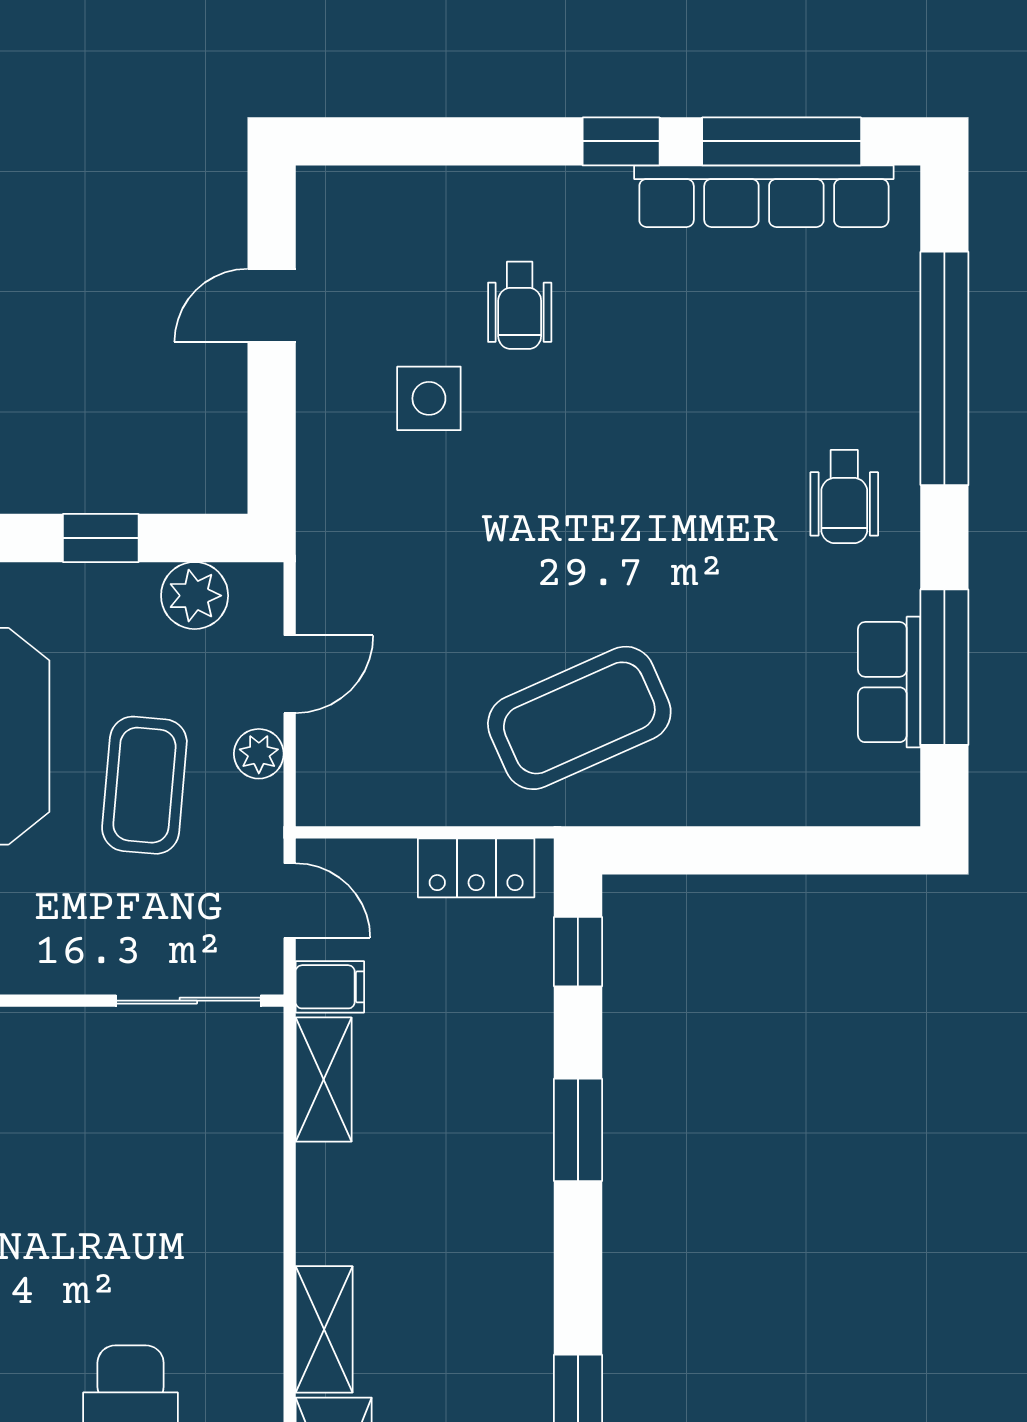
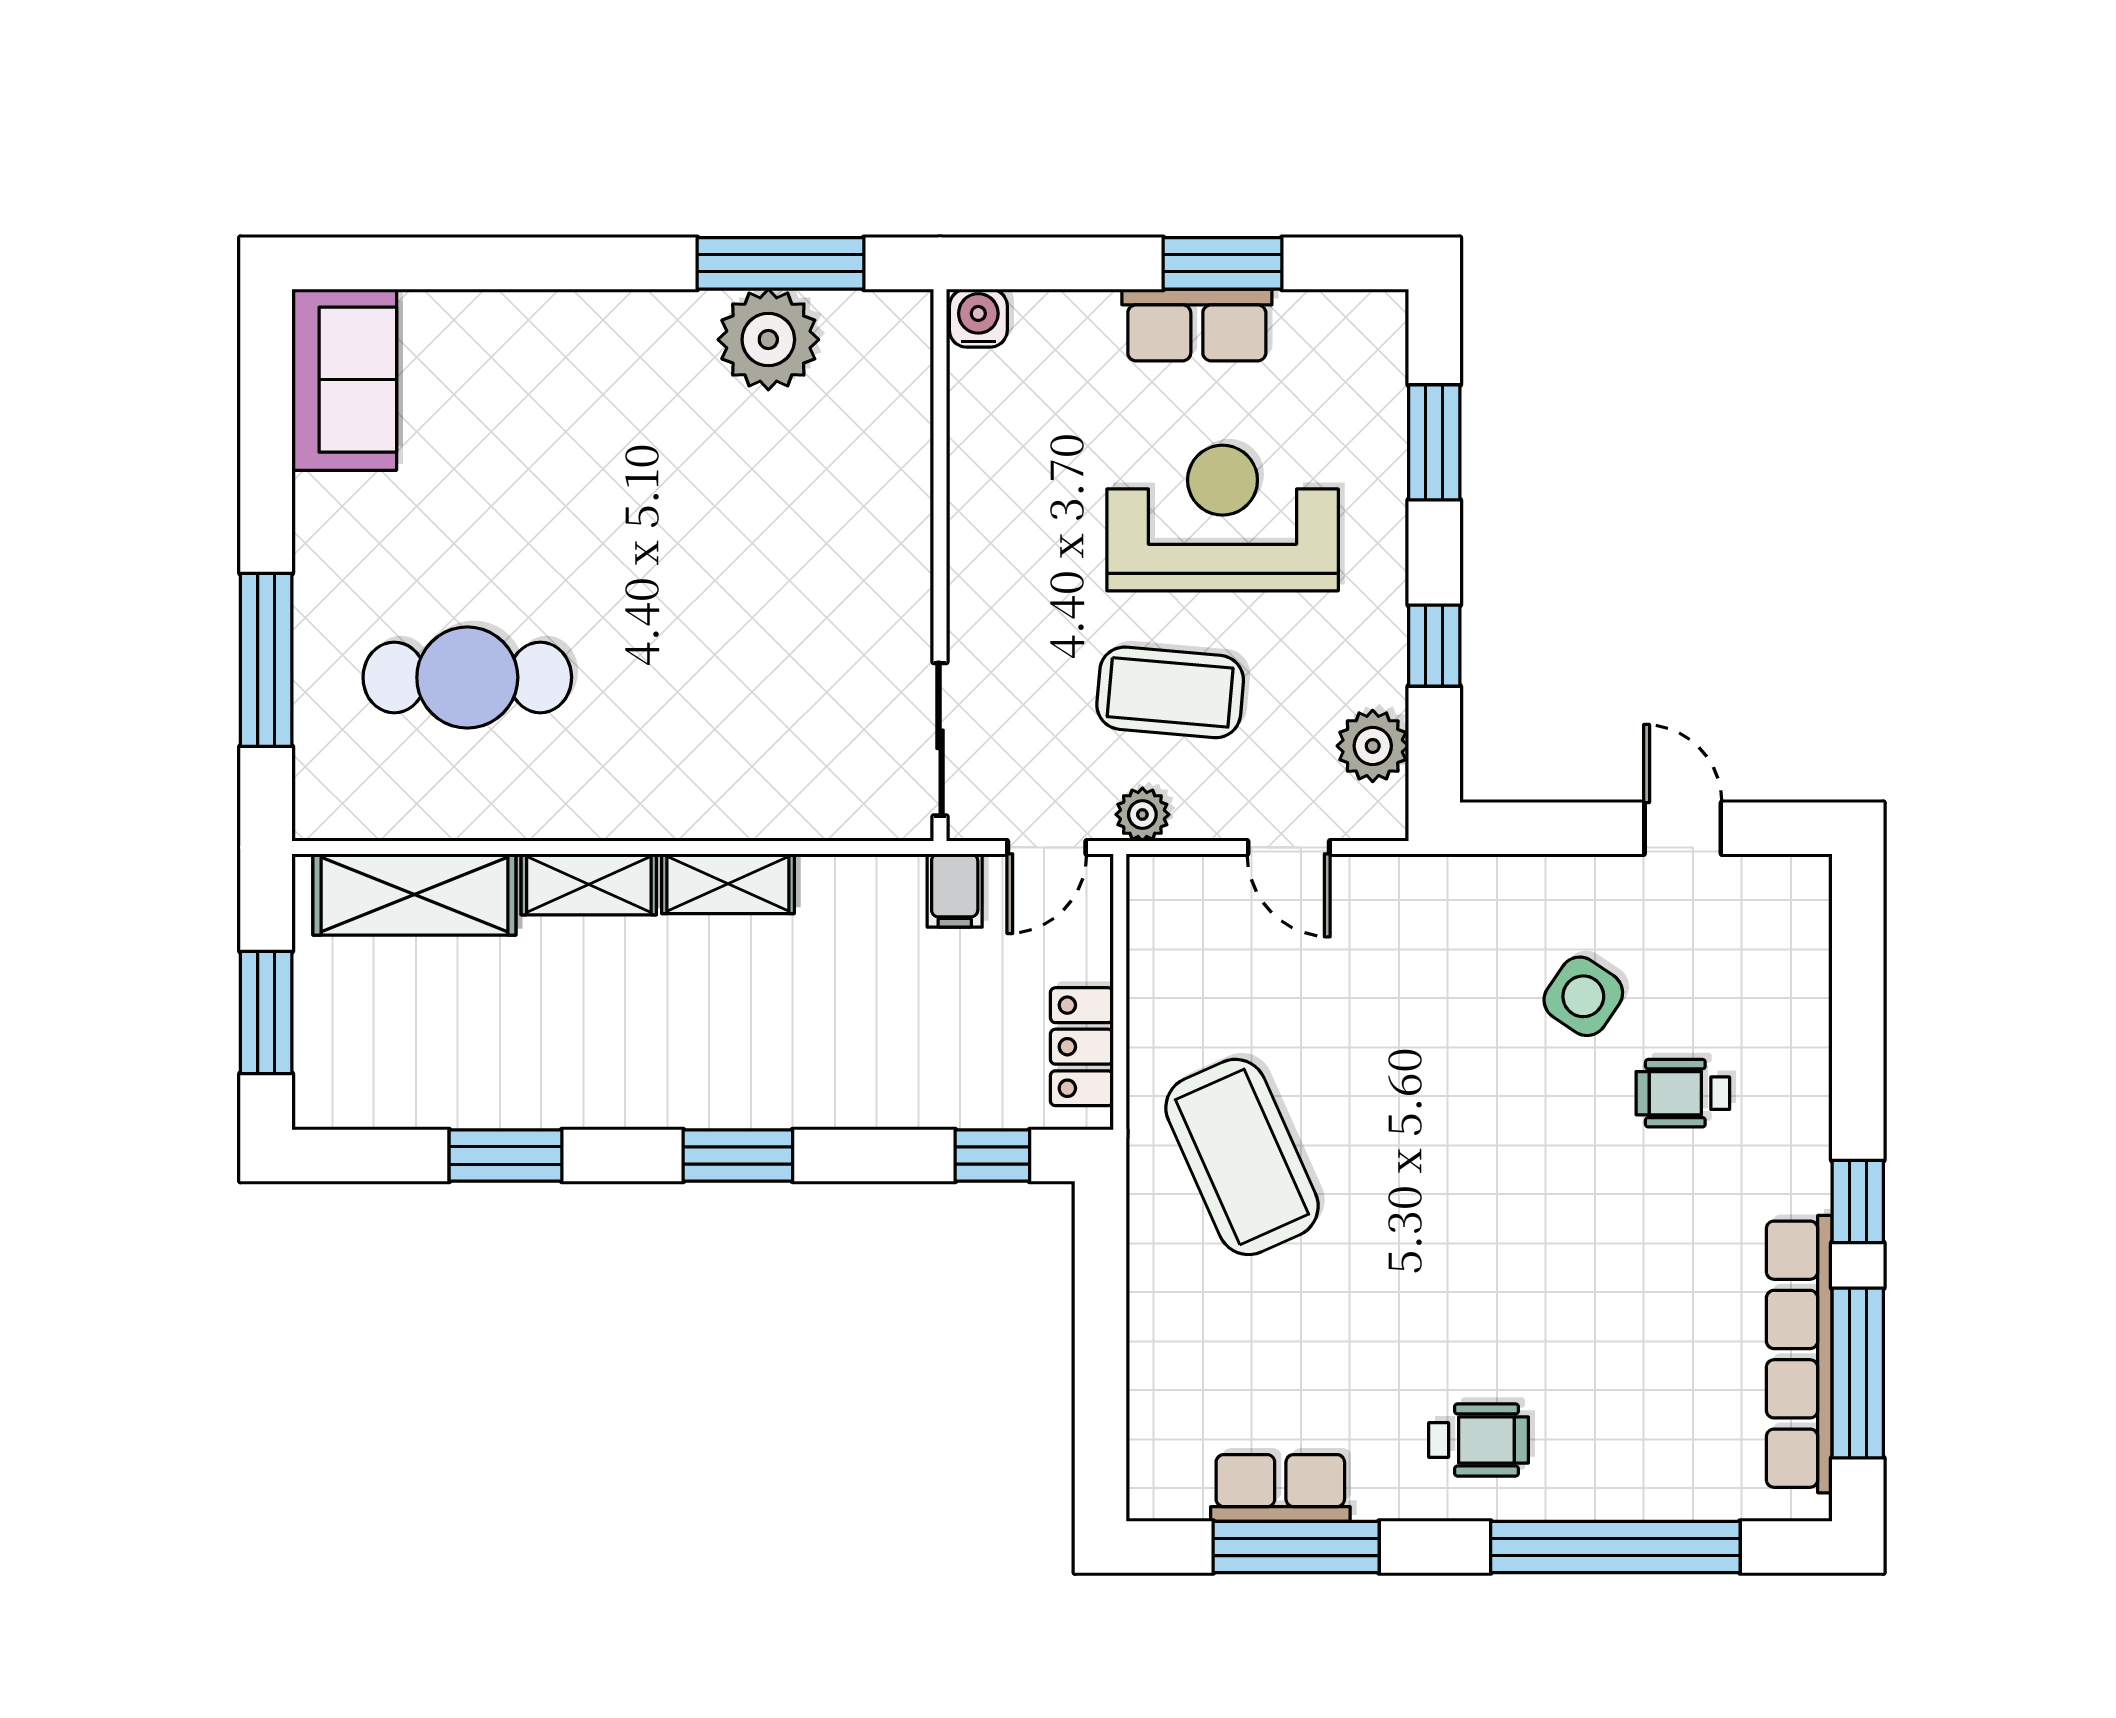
side table: (429, 398) -> (1583, 996), turned 34
wheelchair: (844, 497) -> (1479, 1440), turned 180
plant: (259, 754) -> (1142, 814), moved
shelving: (324, 1080) -> (728, 884), moved
window: (578, 1130) -> (738, 1156), moved

